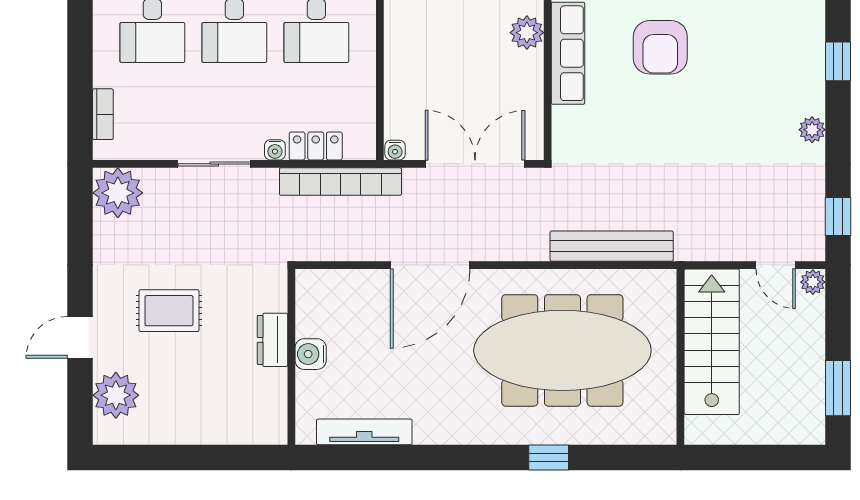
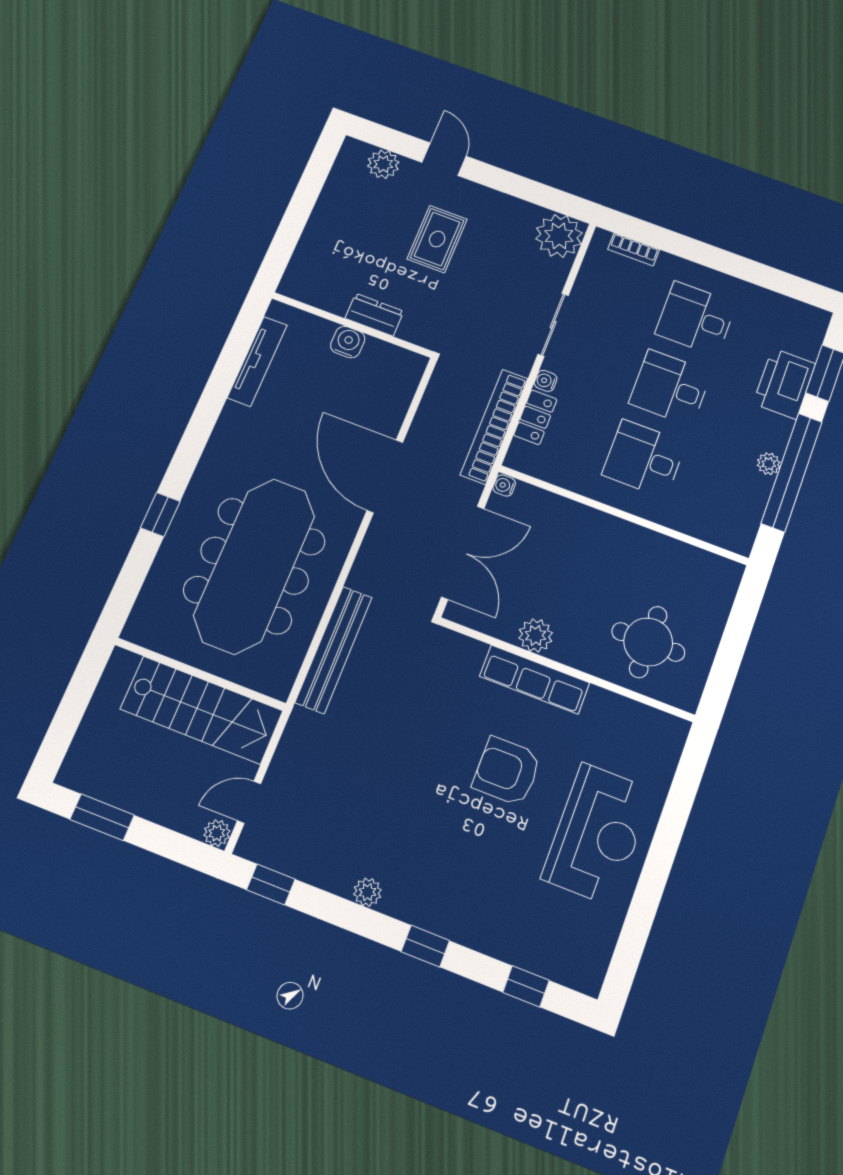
plant: (527, 33) -> (536, 635), moved
plant: (116, 395) -> (383, 164), width x0.73, depth x0.73

